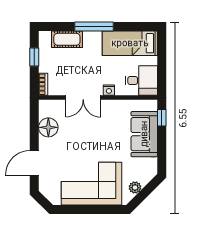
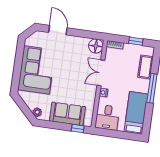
floor lamp: (48, 127) -> (96, 46), moved
plant: (135, 188) -> (37, 112), moved

